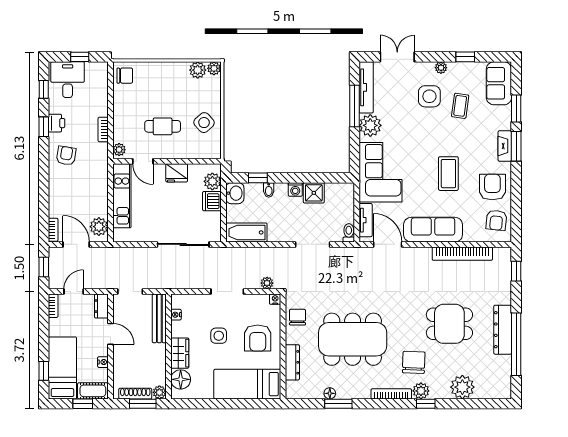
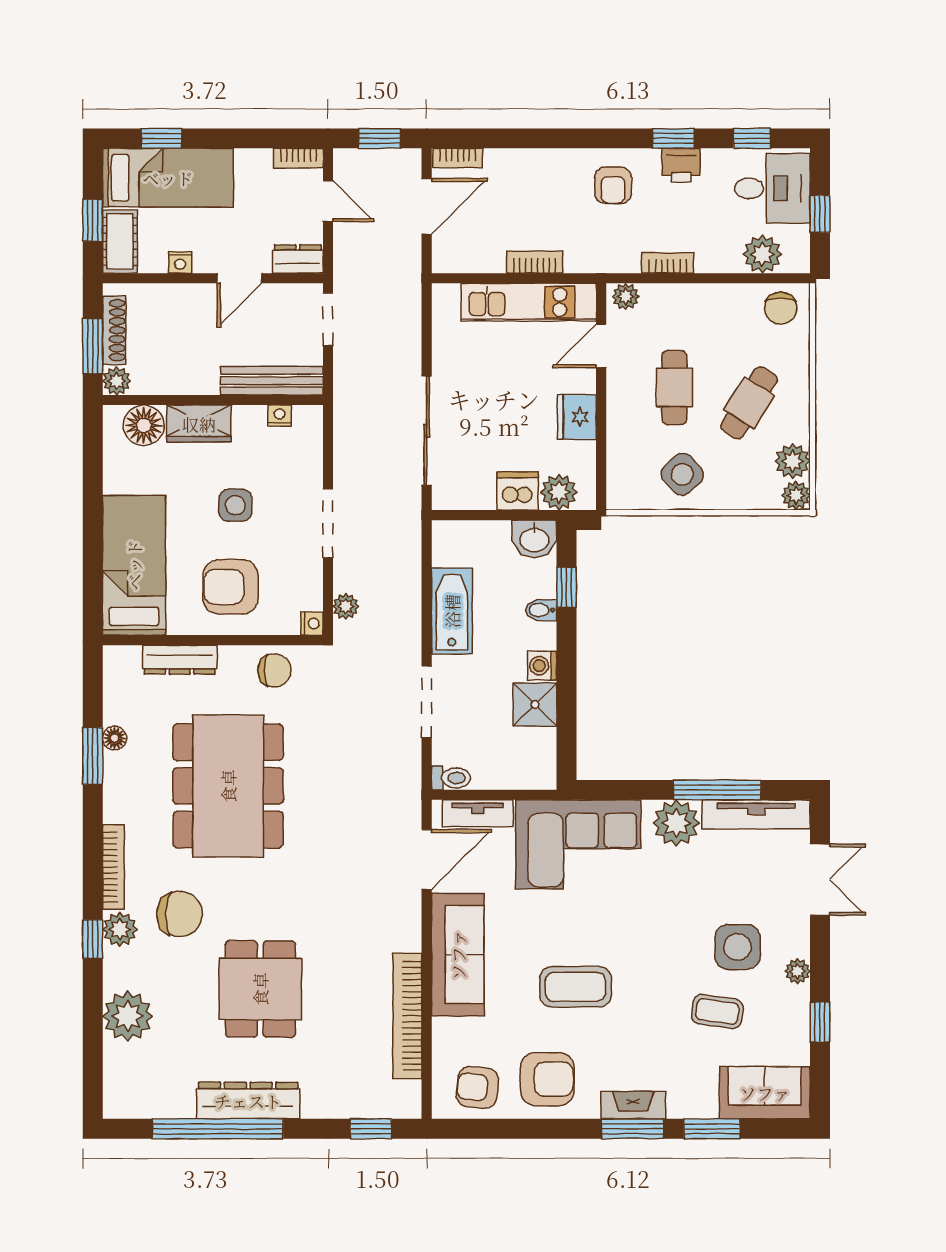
cafe table: (170, 91) -> (749, 403), added
armchair: (66, 156) -> (613, 185), turned 81
bookcase: (103, 193) -> (535, 262), added
plant: (99, 227) -> (762, 254), moved
bathtub: (246, 232) -> (452, 611), moved

